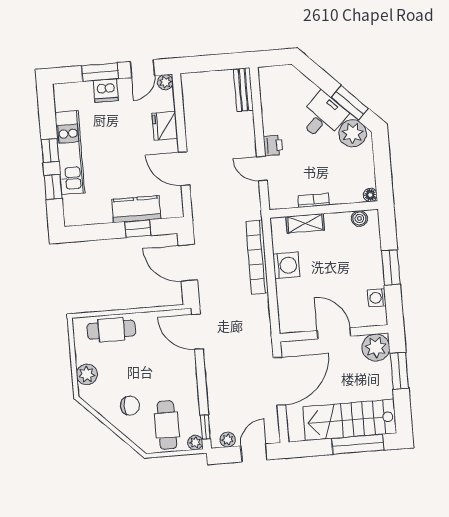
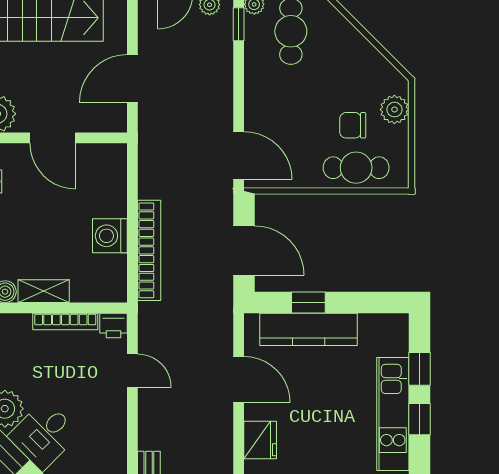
printer: (273, 145) -> (113, 326), moved, turned -90
bookcase: (314, 200) -> (65, 322), width x1.56
kitchen counter: (136, 209) -> (308, 329), width x1.50
shelving: (305, 223) -> (44, 291), moved
door: (279, 381) -> (132, 79), width x0.73
chair: (130, 406) -> (353, 125), moved

